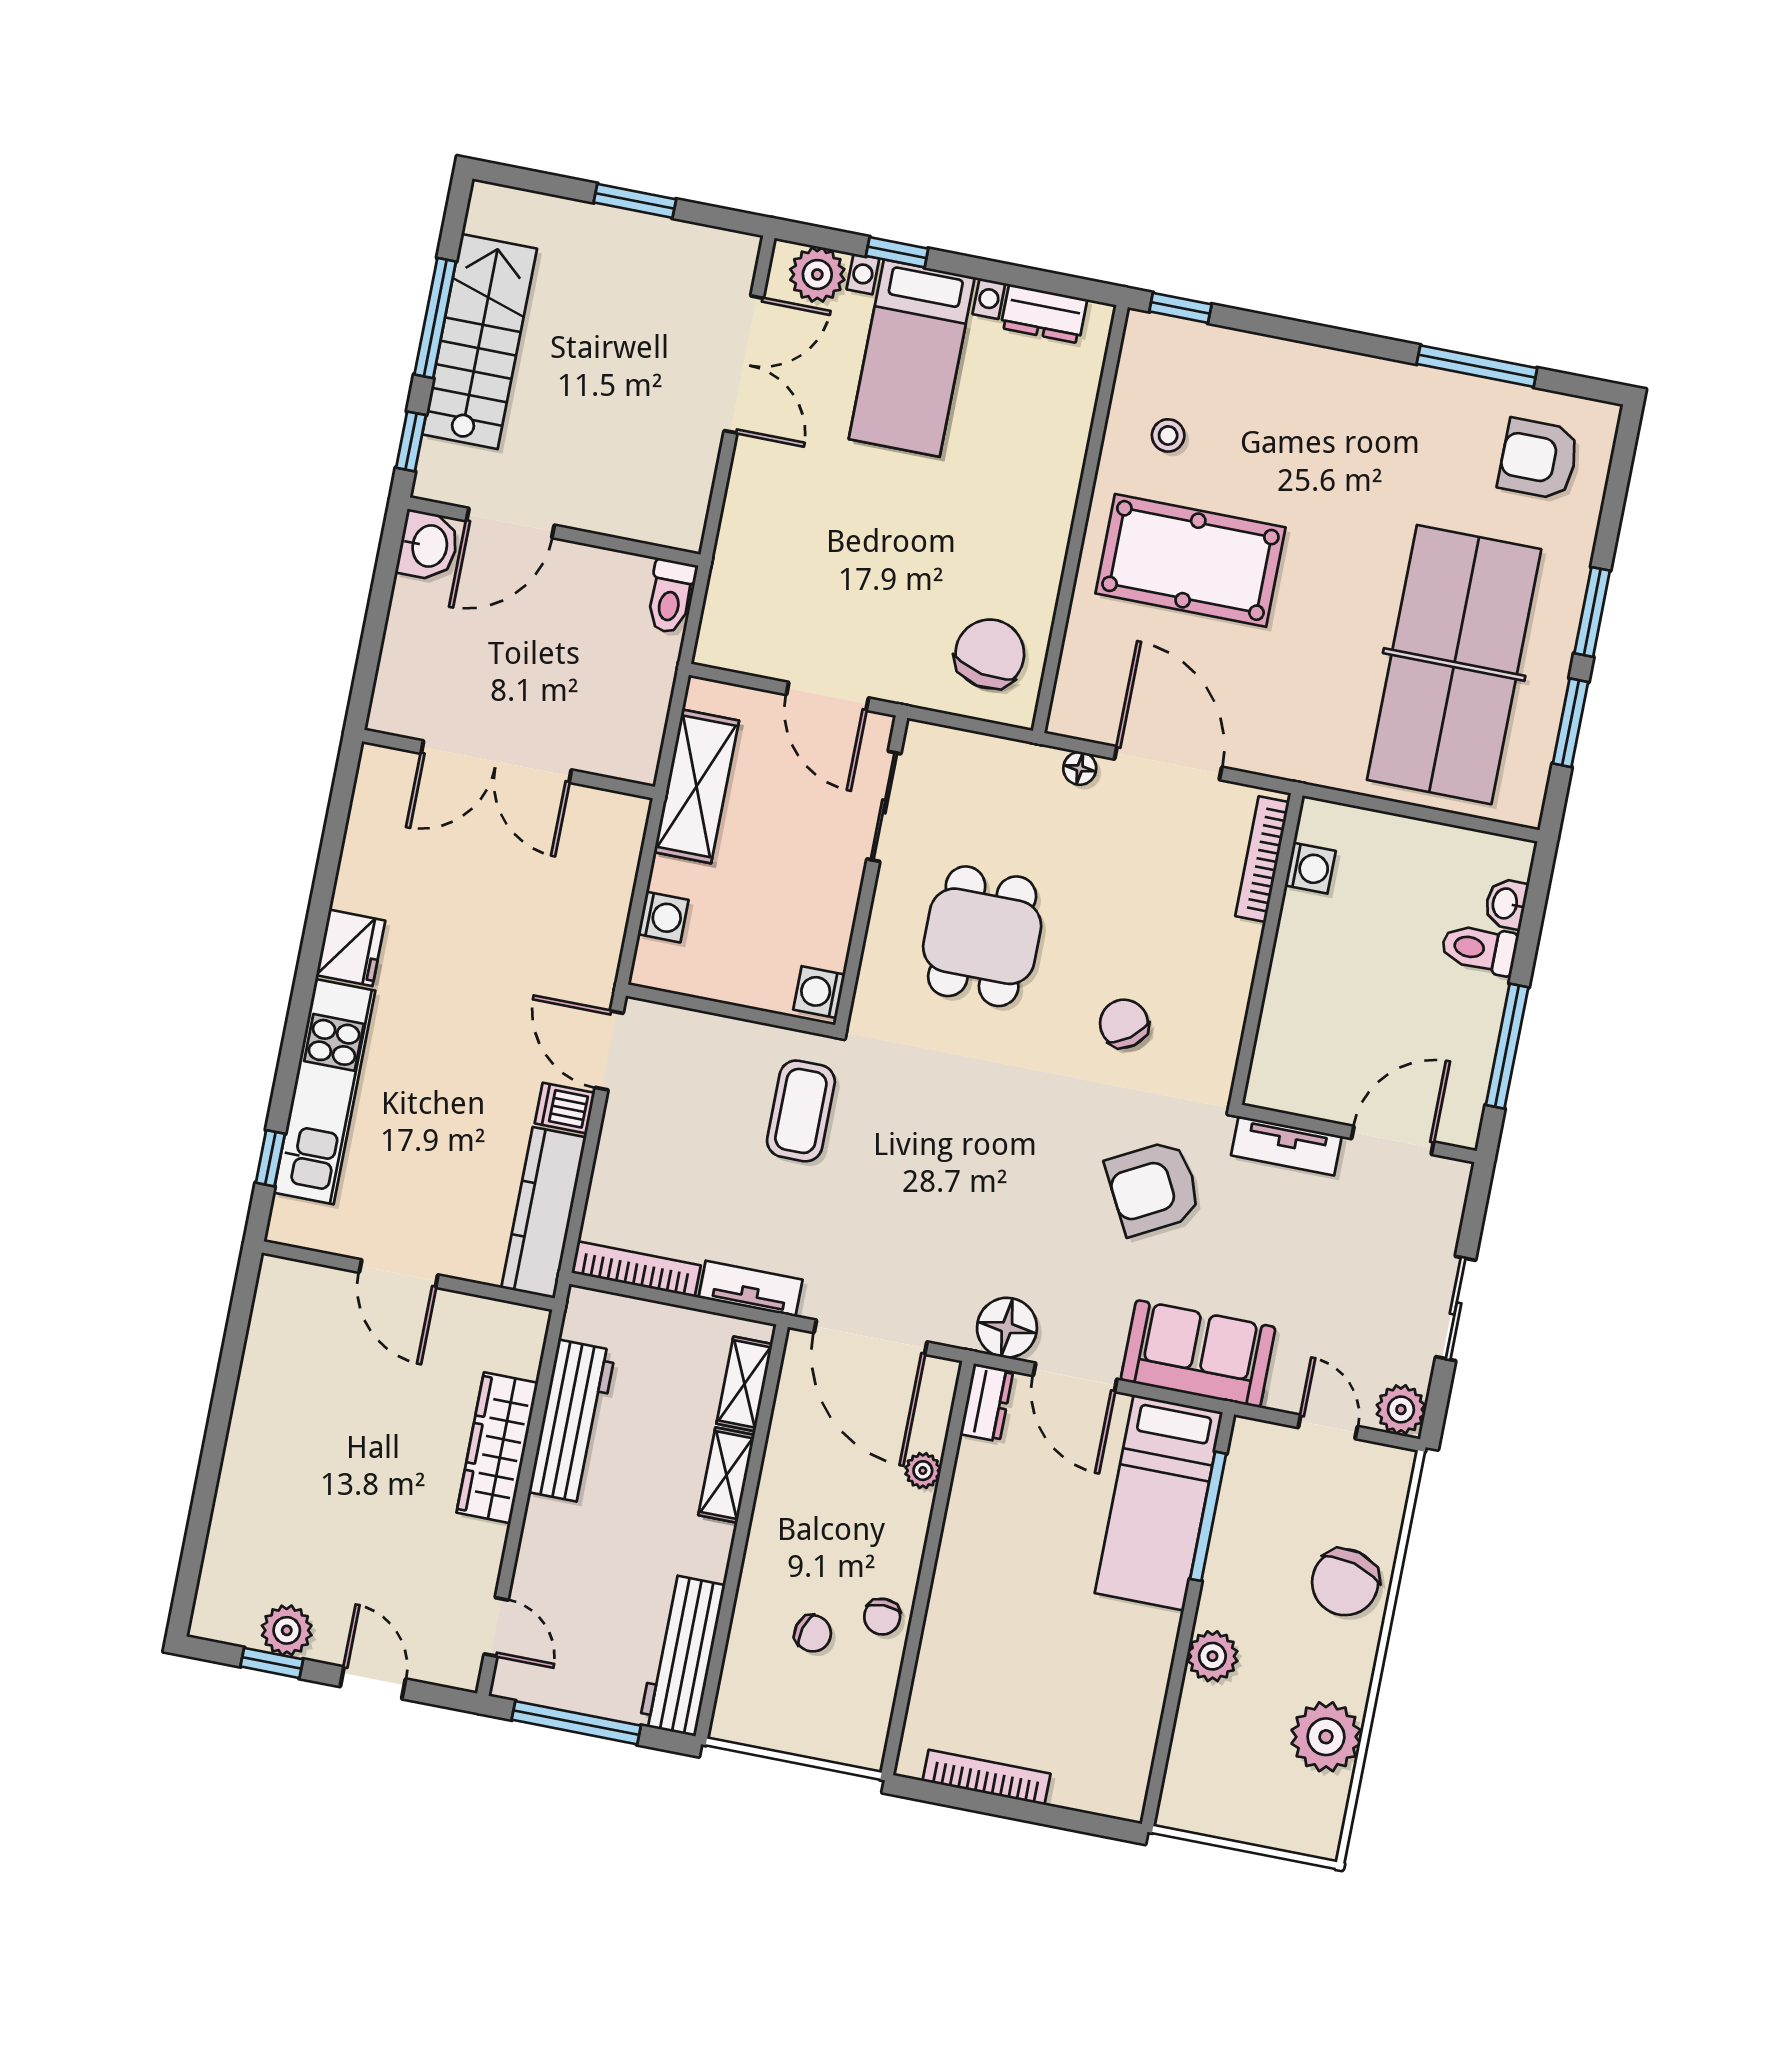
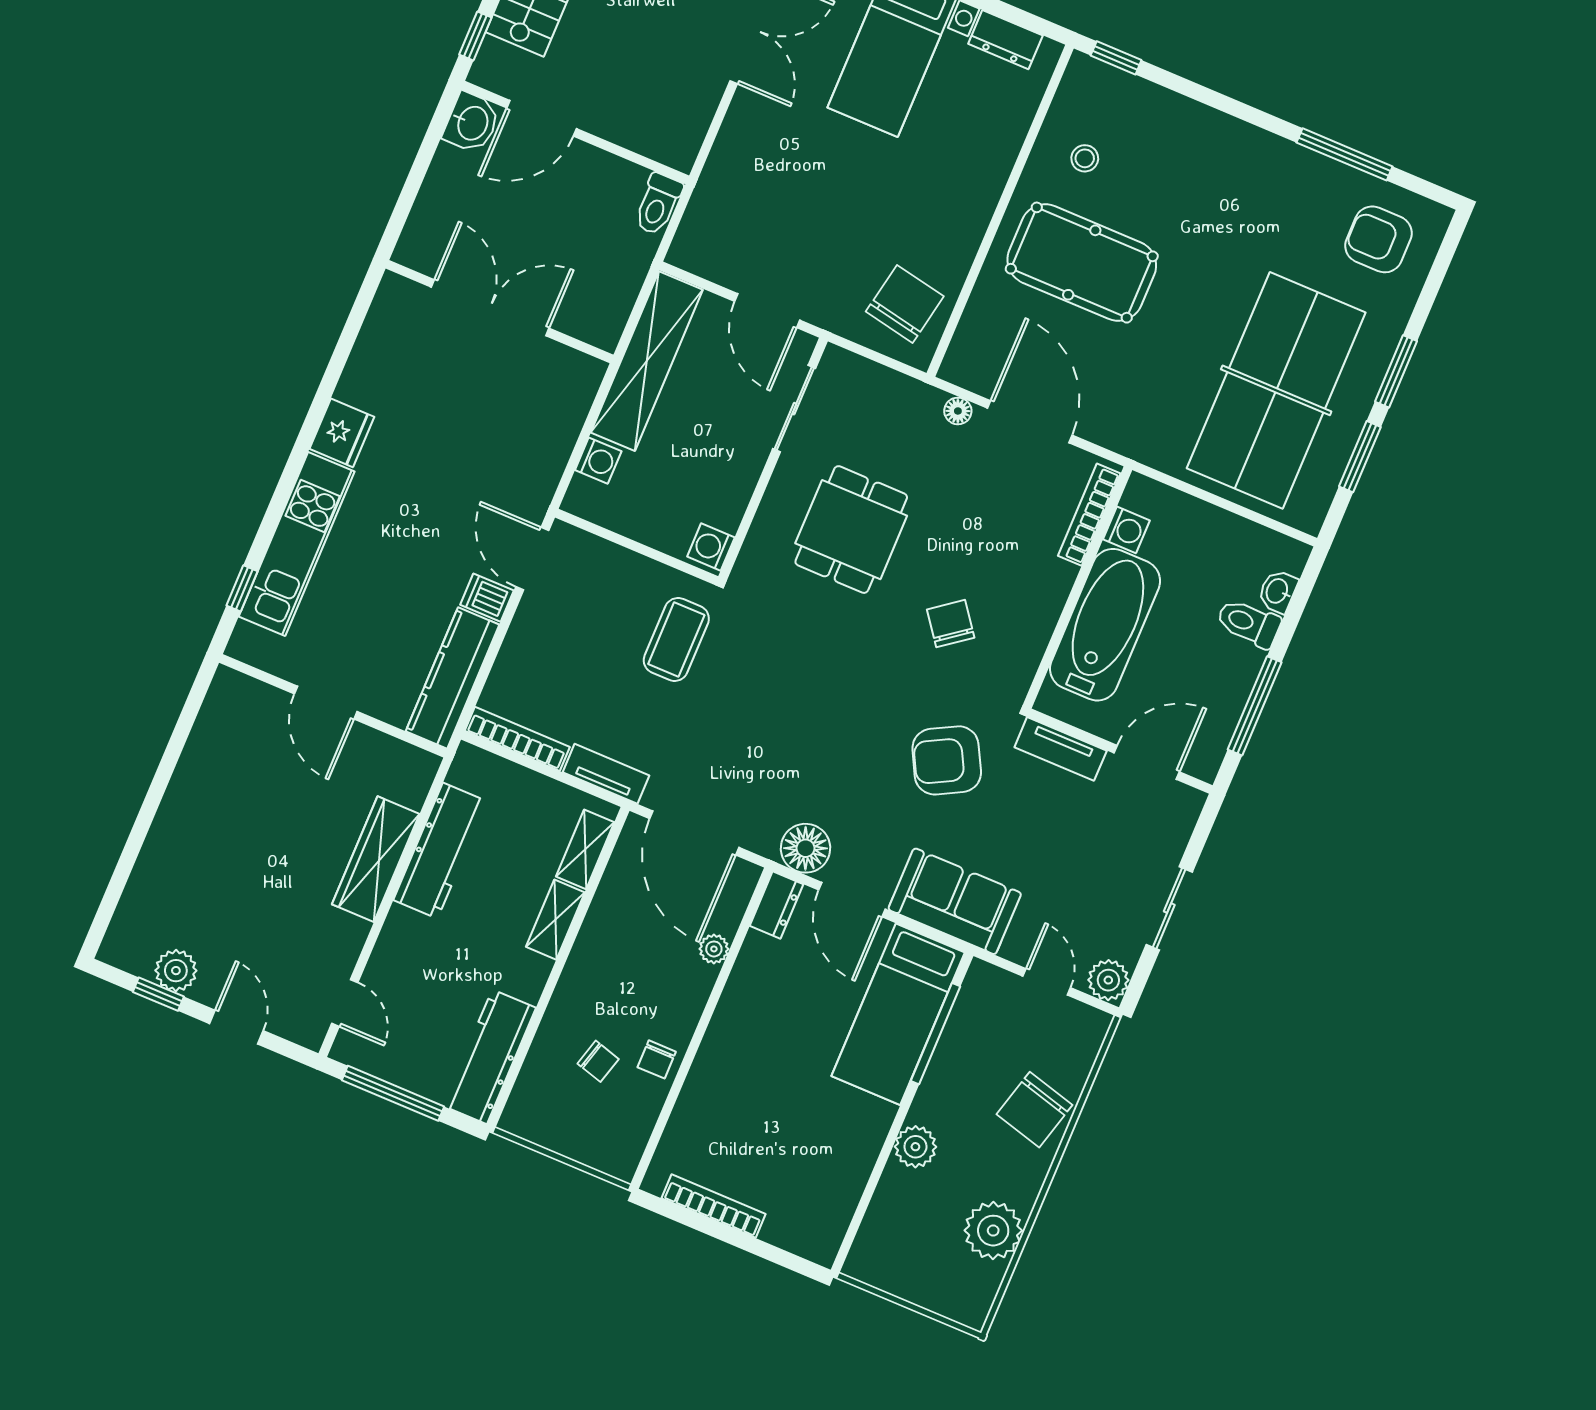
double door: (496, 762) -> (490, 308), swing flipped
shelving: (696, 786) -> (647, 361), width x1.47
bathtub: (1308, 987) -> (1105, 625), added

